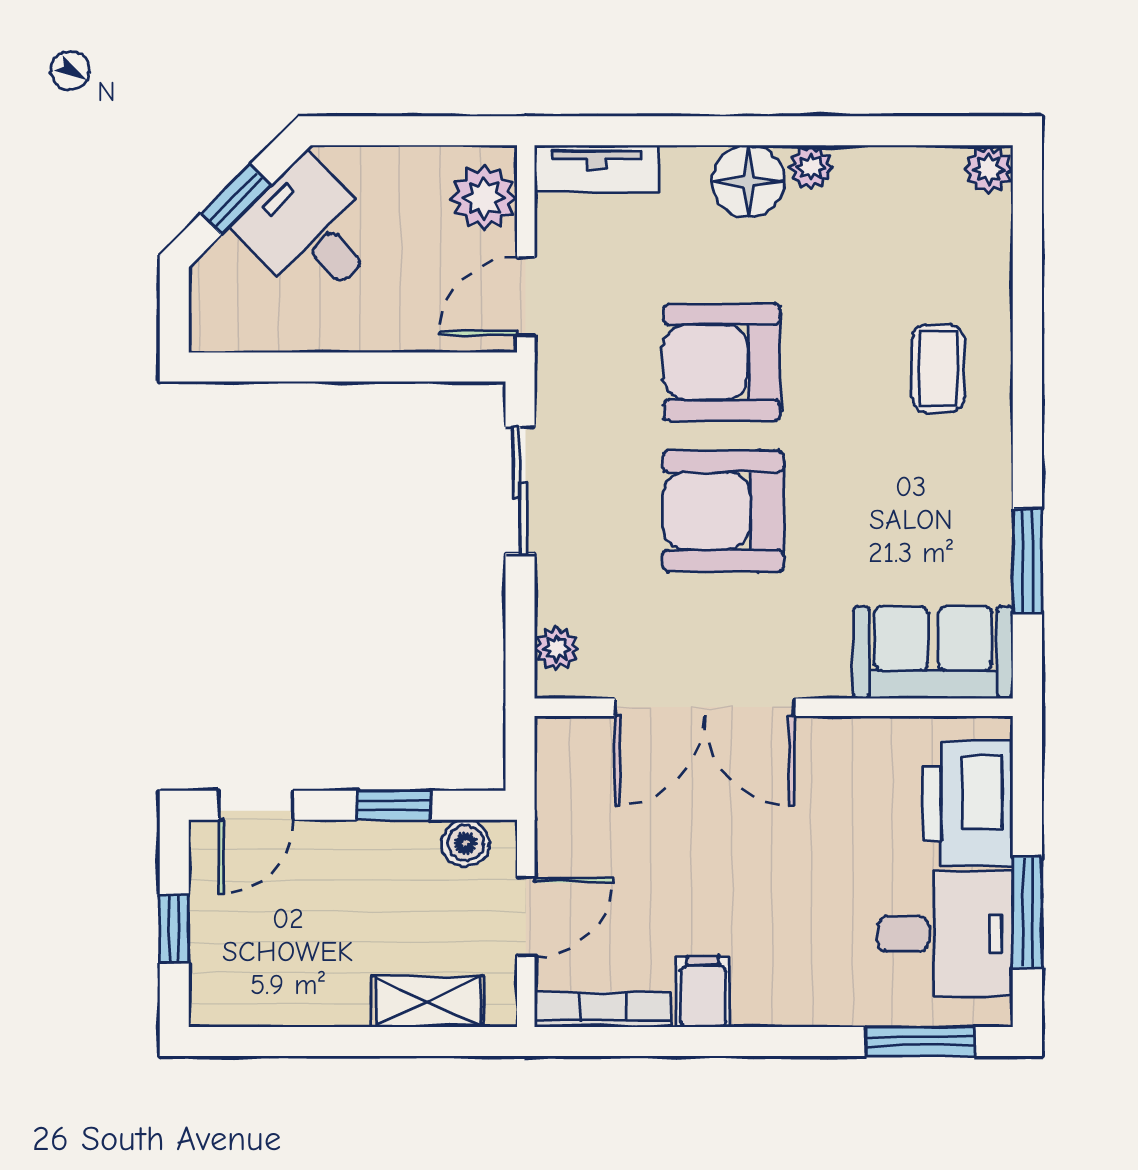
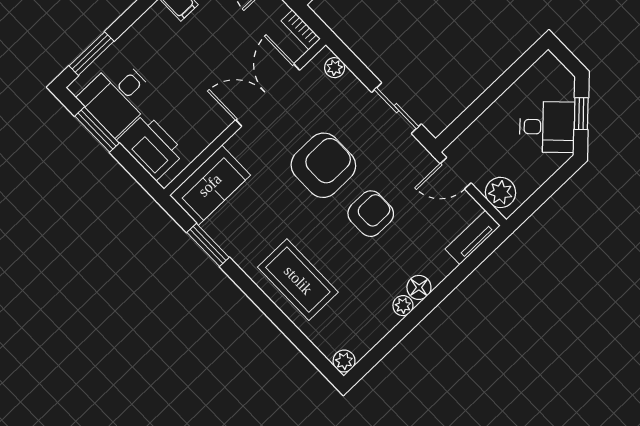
floor lamp: (748, 181) -> (419, 287), width x0.73, depth x0.73
door: (526, 297) -> (456, 173), swing flipped
armchair: (722, 362) -> (371, 214), width x0.73, depth x0.73
coffee table: (938, 369) -> (298, 280), width x1.86, depth x1.72
bookcase: (552, 760) -> (301, 30), added

